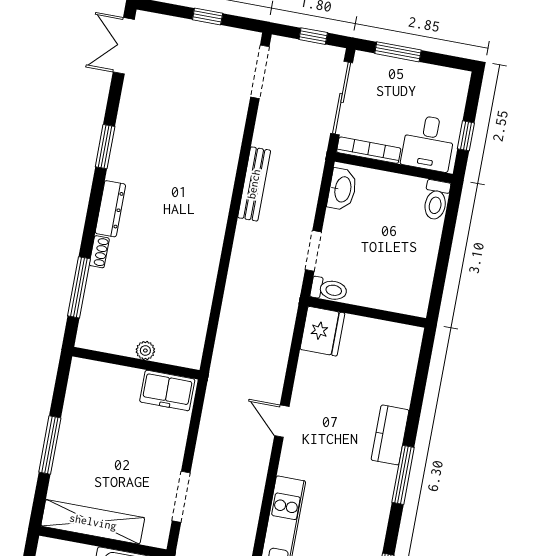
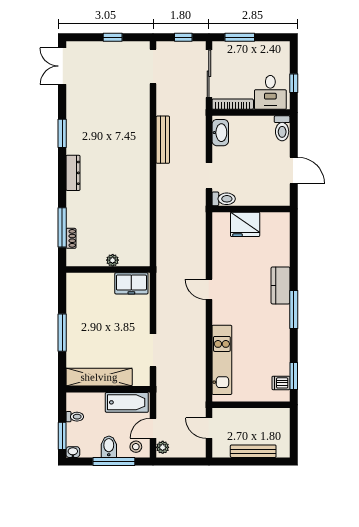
shoe rack: (99, 252) -> (71, 238), moved
door: (442, 266) -> (294, 171), added
fridge: (322, 331) -> (245, 224), moved, turned 90

